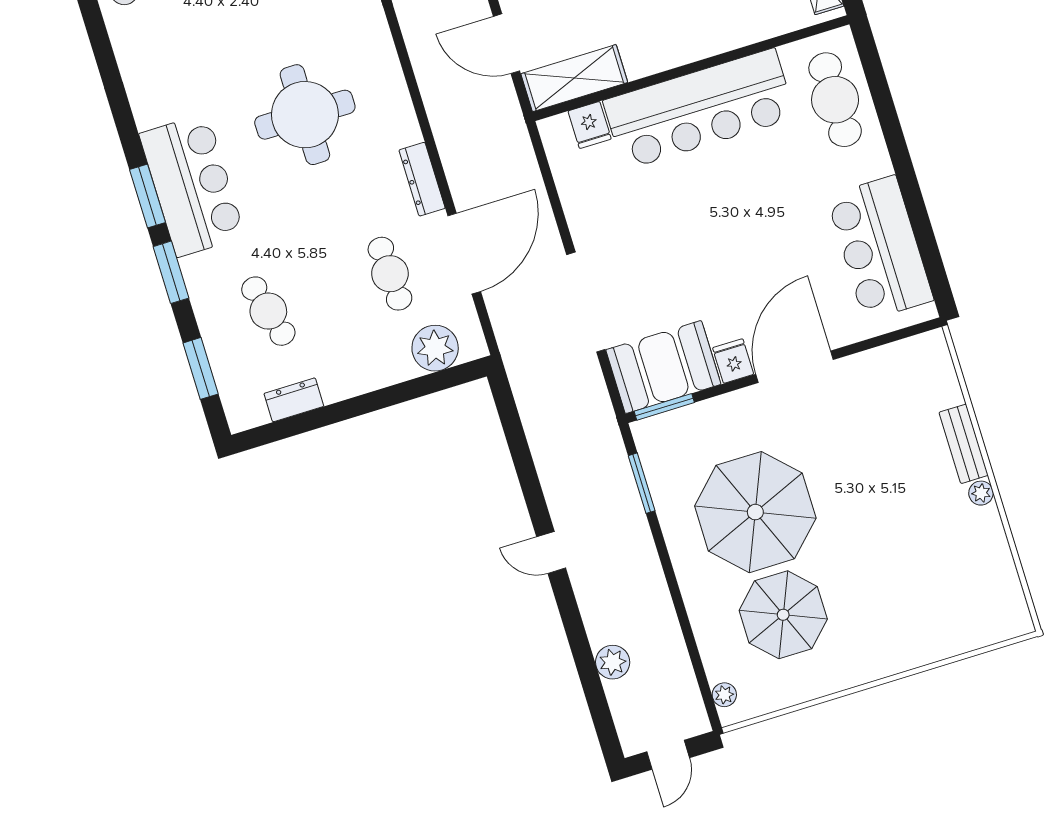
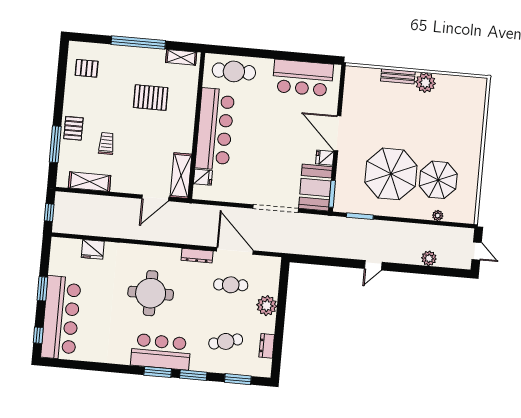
plant: (435, 348) -> (267, 306), moved
plant: (981, 493) -> (425, 83), width x1.88, depth x1.88
plant: (724, 695) -> (438, 216), moved

